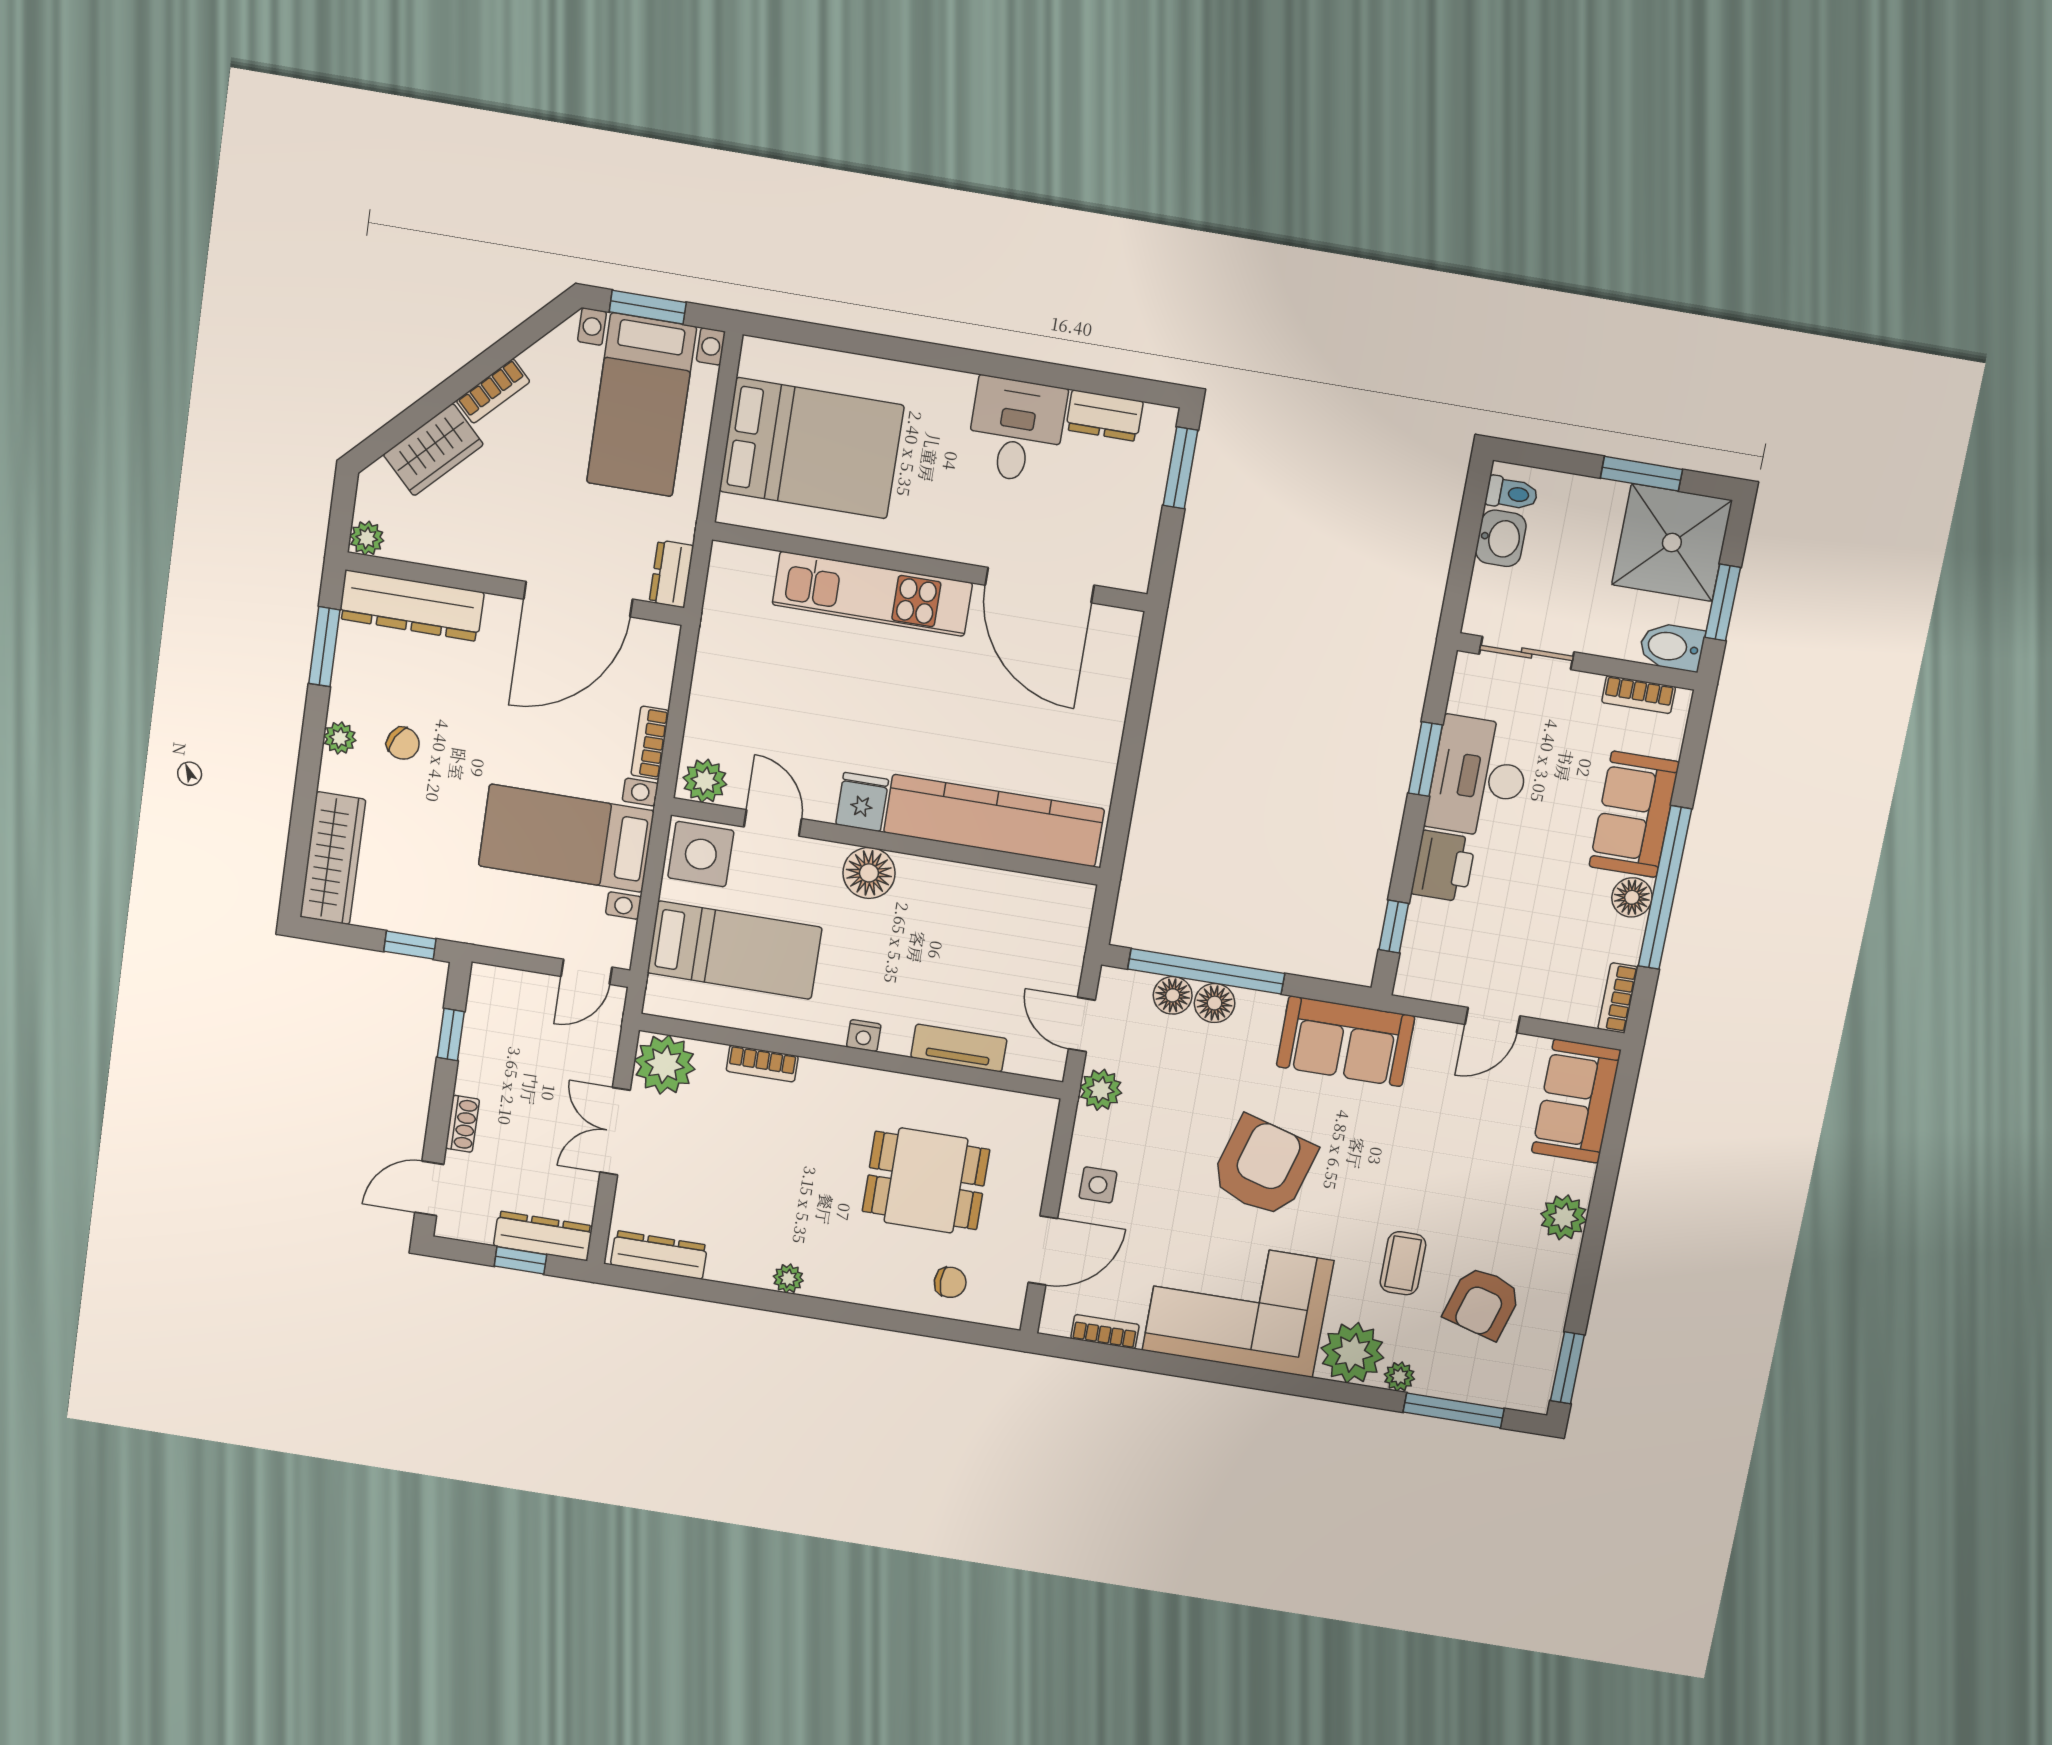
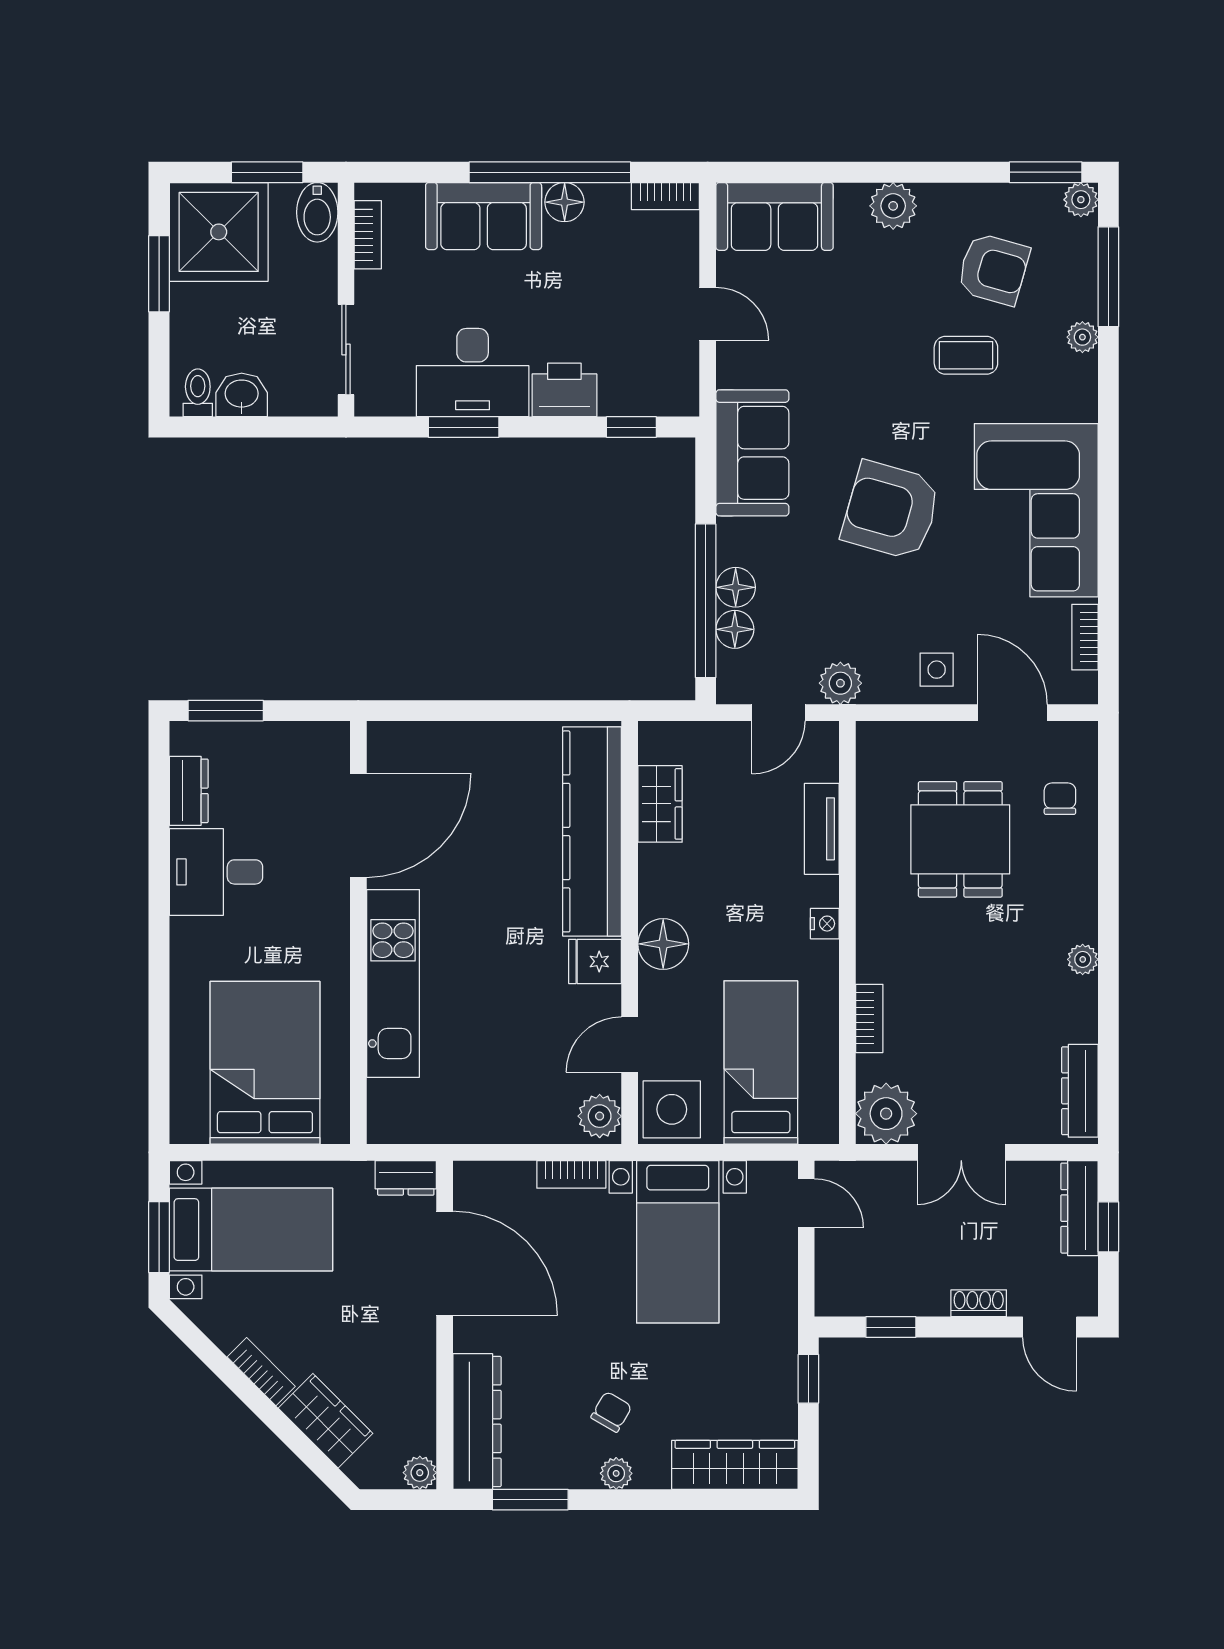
wardrobe: (1010, 893) -> (660, 804), added
plant: (1352, 1353) -> (1081, 200), moved, width x0.53, depth x0.53

